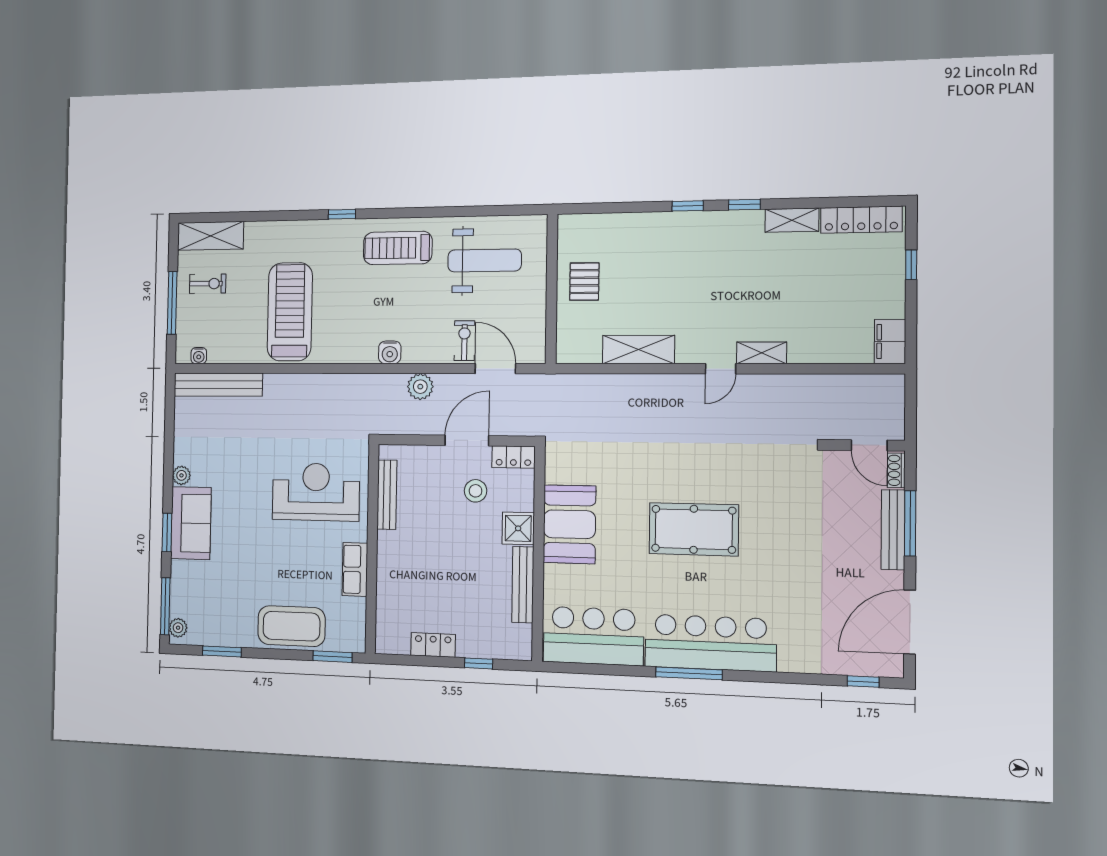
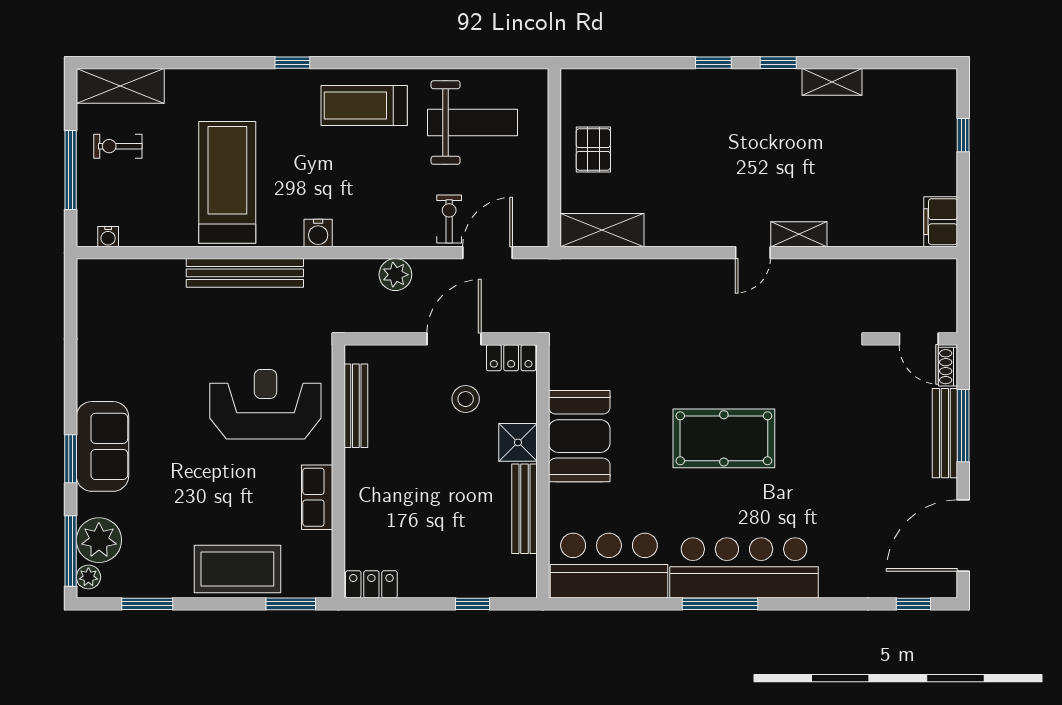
locker: (861, 220) -> (909, 83), removed
exercise bike: (208, 284) -> (118, 146), turned 180
shelving: (638, 349) -> (602, 230), moved
water cooler: (390, 352) -> (318, 233), moved
door: (495, 369) -> (488, 253), hinge flipped
bench: (218, 385) -> (245, 273), moved
plant: (181, 475) -> (99, 540), moved, width x1.87, depth x1.87
locker: (433, 645) -> (371, 584), moved

